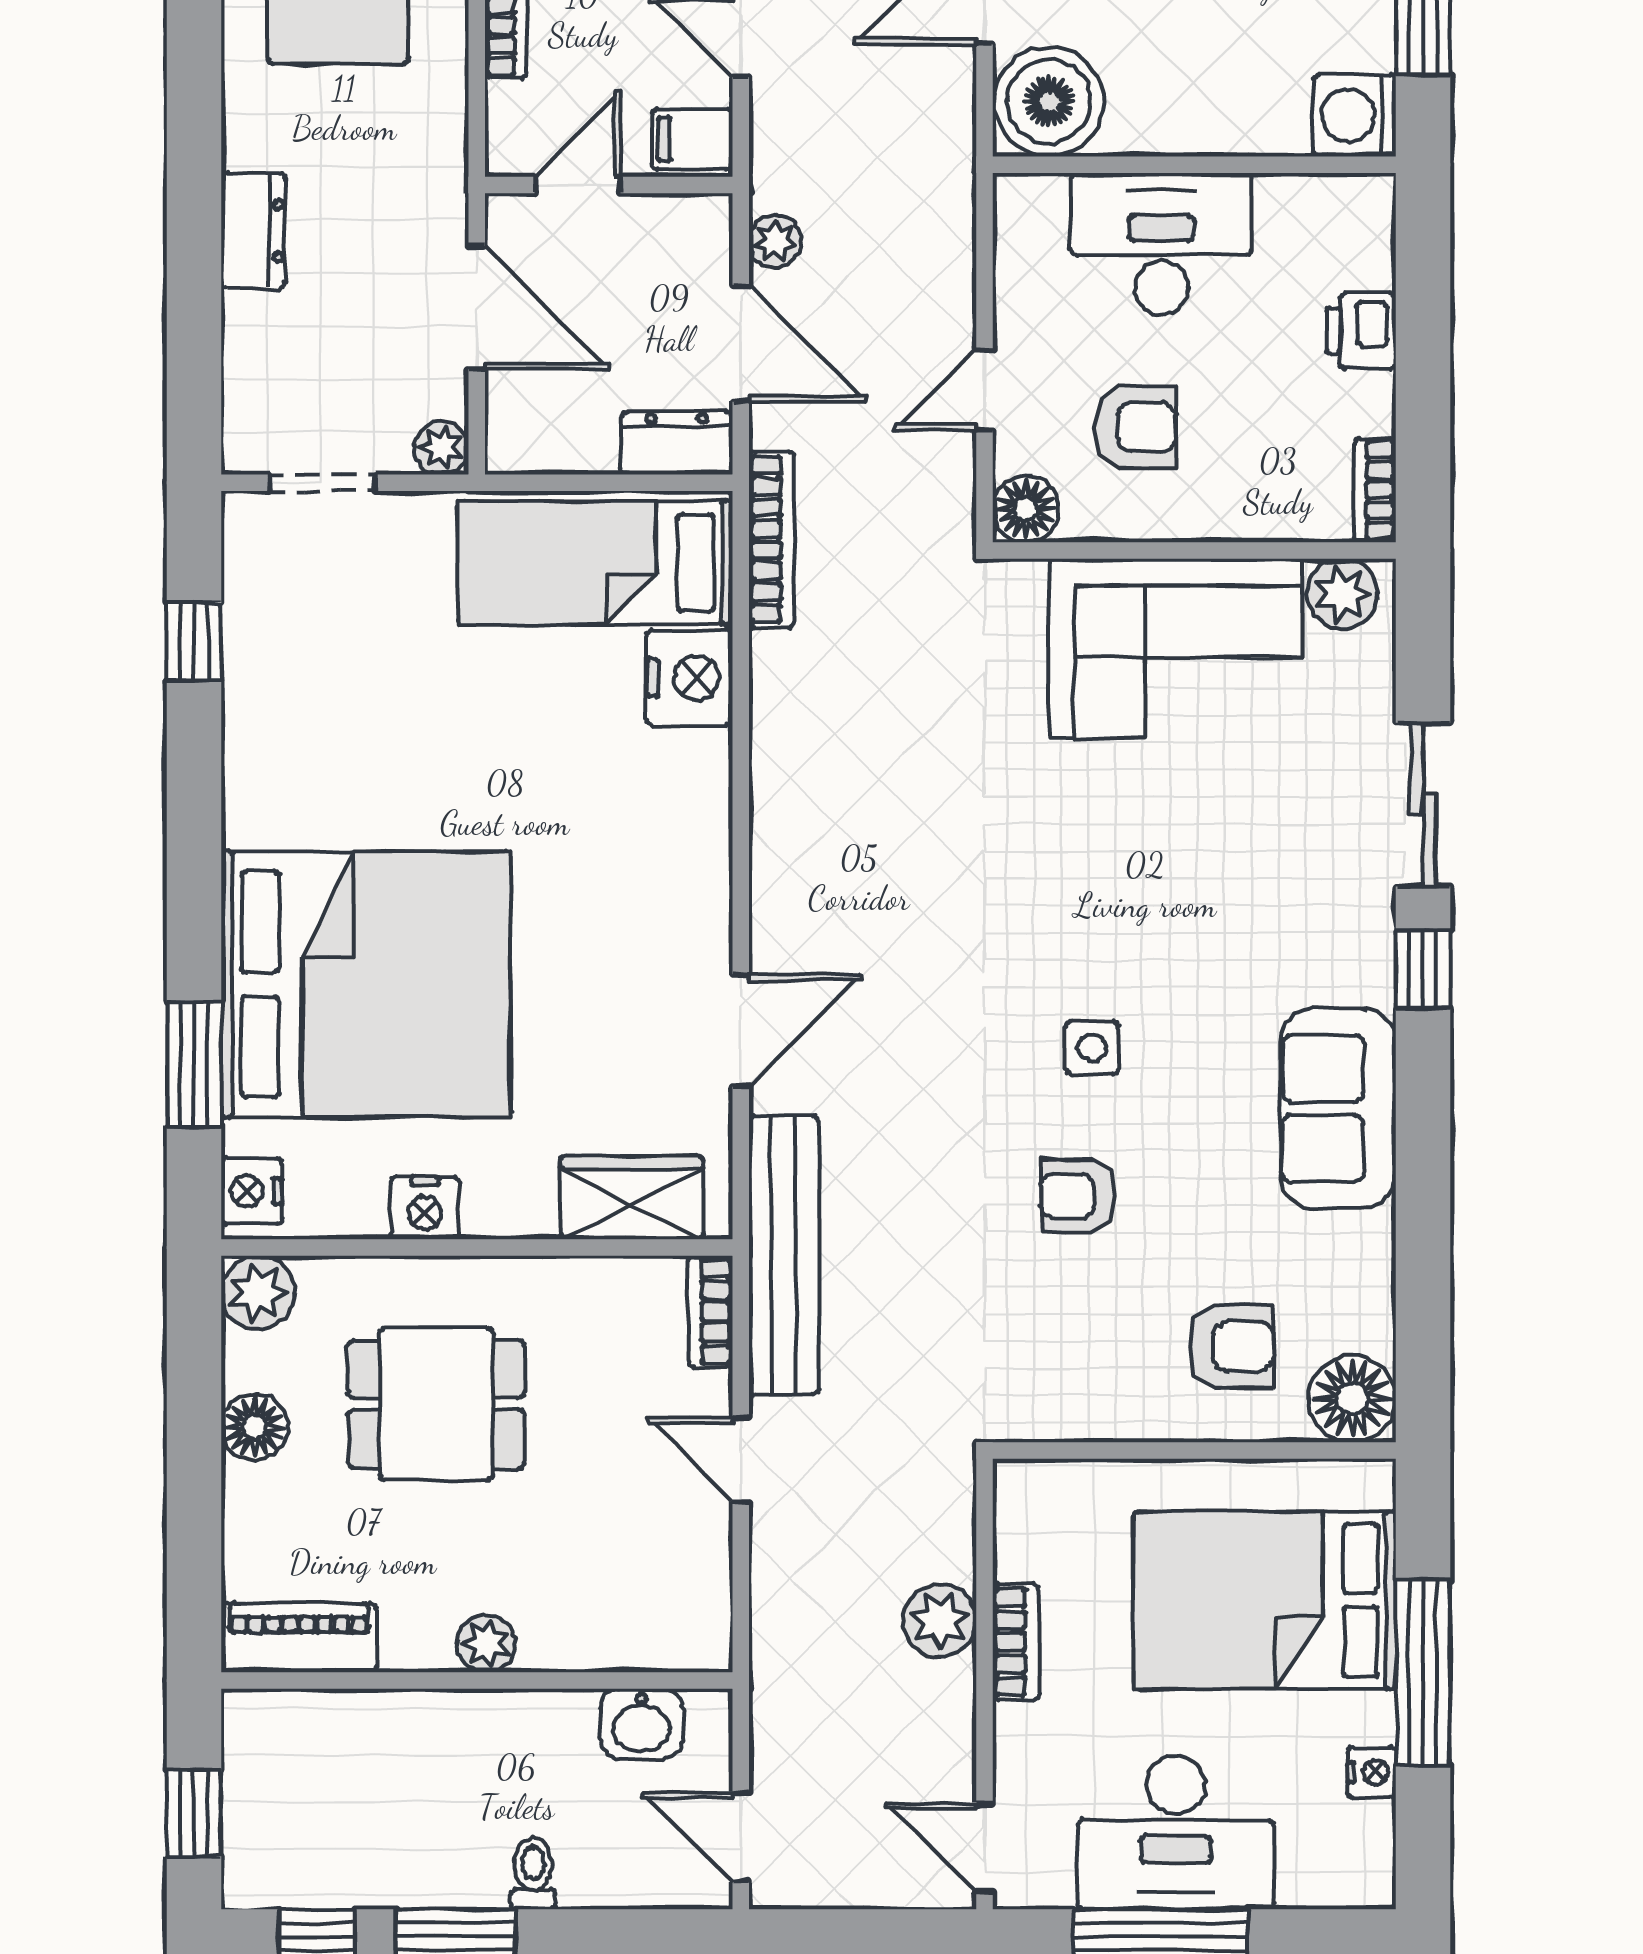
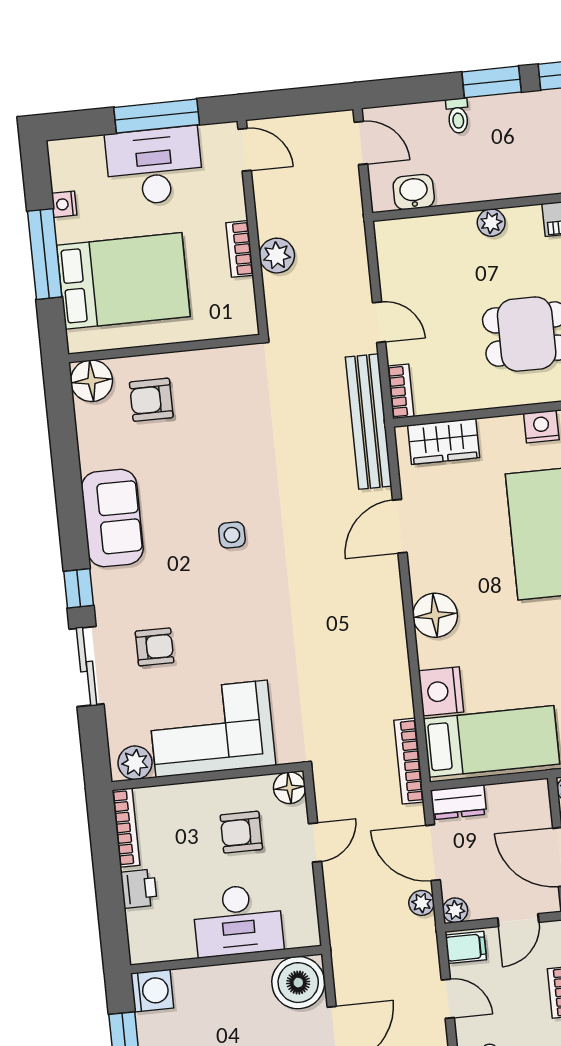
plant: (707, 219) -> (455, 910), added
bookcase: (1375, 490) -> (126, 828), width x1.56
floor lamp: (686, 838) -> (435, 615), added
armchair: (1078, 1196) -> (155, 647), moved

